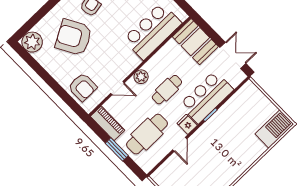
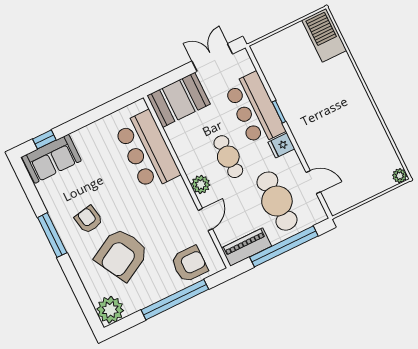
window: (54, 85) -> (175, 300), added
door: (180, 144) -> (313, 182), moved
window: (117, 149) -> (284, 246), width x2.11

